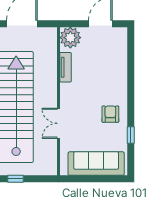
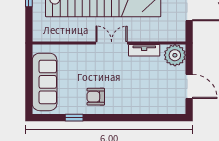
armchair: (110, 114) -> (96, 97), turned 180
double door: (58, 123) -> (112, 43), moved

